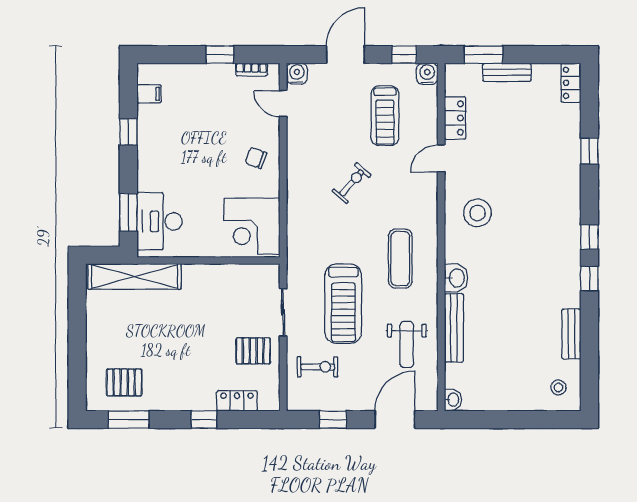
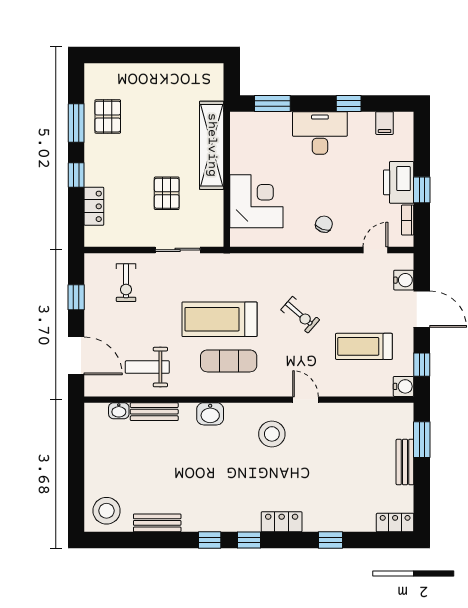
water cooler: (297, 74) -> (404, 280), moved
printer: (212, 79) -> (399, 182), added
locker: (455, 118) -> (282, 522), moved, turned 180
door: (441, 158) -> (305, 400), moved
desk: (160, 221) -> (320, 133), moved
corner desk: (252, 226) -> (256, 201), moved, turned 90
shelving: (134, 276) -> (212, 145), moved
treadmill: (343, 304) -> (219, 319), moved
bench: (454, 328) -> (154, 412), width x0.73
pallet: (253, 351) -> (167, 193), moved
pallet: (124, 382) -> (108, 117), moved
stool: (558, 387) -> (107, 511), width x1.89, depth x1.89
washbasin: (453, 400) -> (119, 411), moved
window: (129, 420) -> (76, 123), moved

